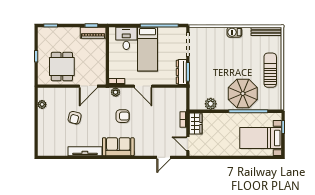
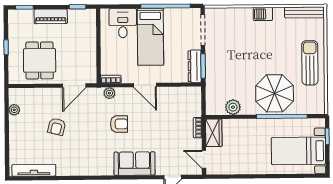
piano: (93, 33) -> (51, 16), moved
sofa: (118, 147) -> (134, 164), moved
tv unit: (85, 151) -> (34, 170), moved

